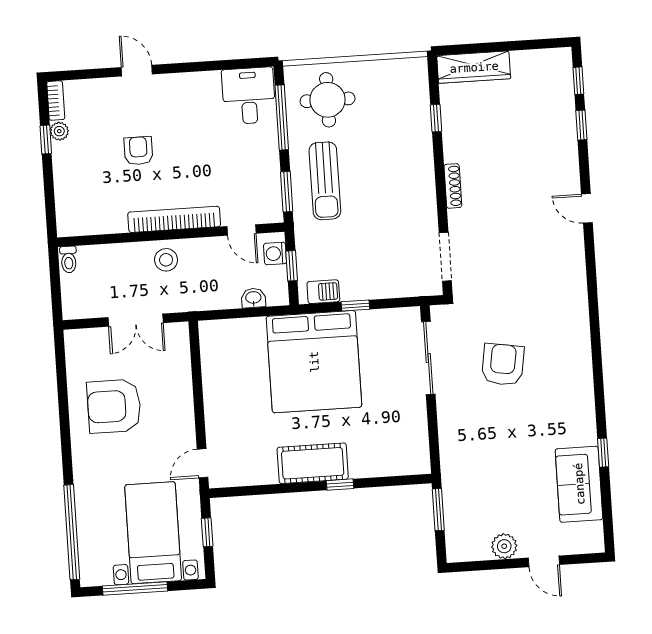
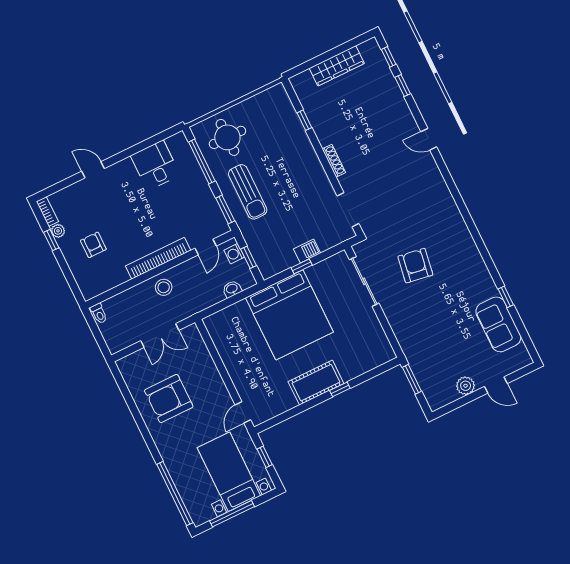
wardrobe: (474, 67) -> (337, 66), moved
desk: (249, 96) -> (155, 165), moved
armchair: (138, 151) -> (93, 245), moved
door: (241, 230) -> (206, 247), hinge flipped
barbecue: (323, 292) -> (307, 251), moved

